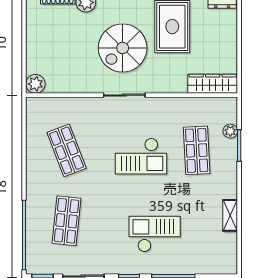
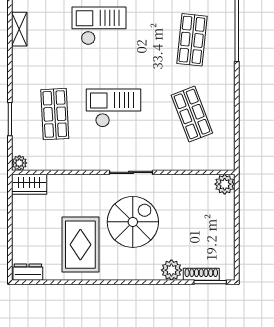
wardrobe: (213, 84) -> (29, 184), width x0.67
plant: (230, 131) -> (19, 163), moved
shelving: (230, 215) -> (19, 29), moved
checkout: (155, 234) -> (99, 26), turned 180

